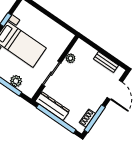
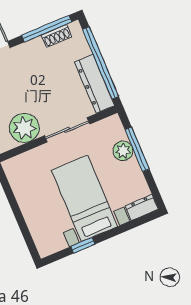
plant: (70, 58) -> (24, 128), width x1.87, depth x1.87

